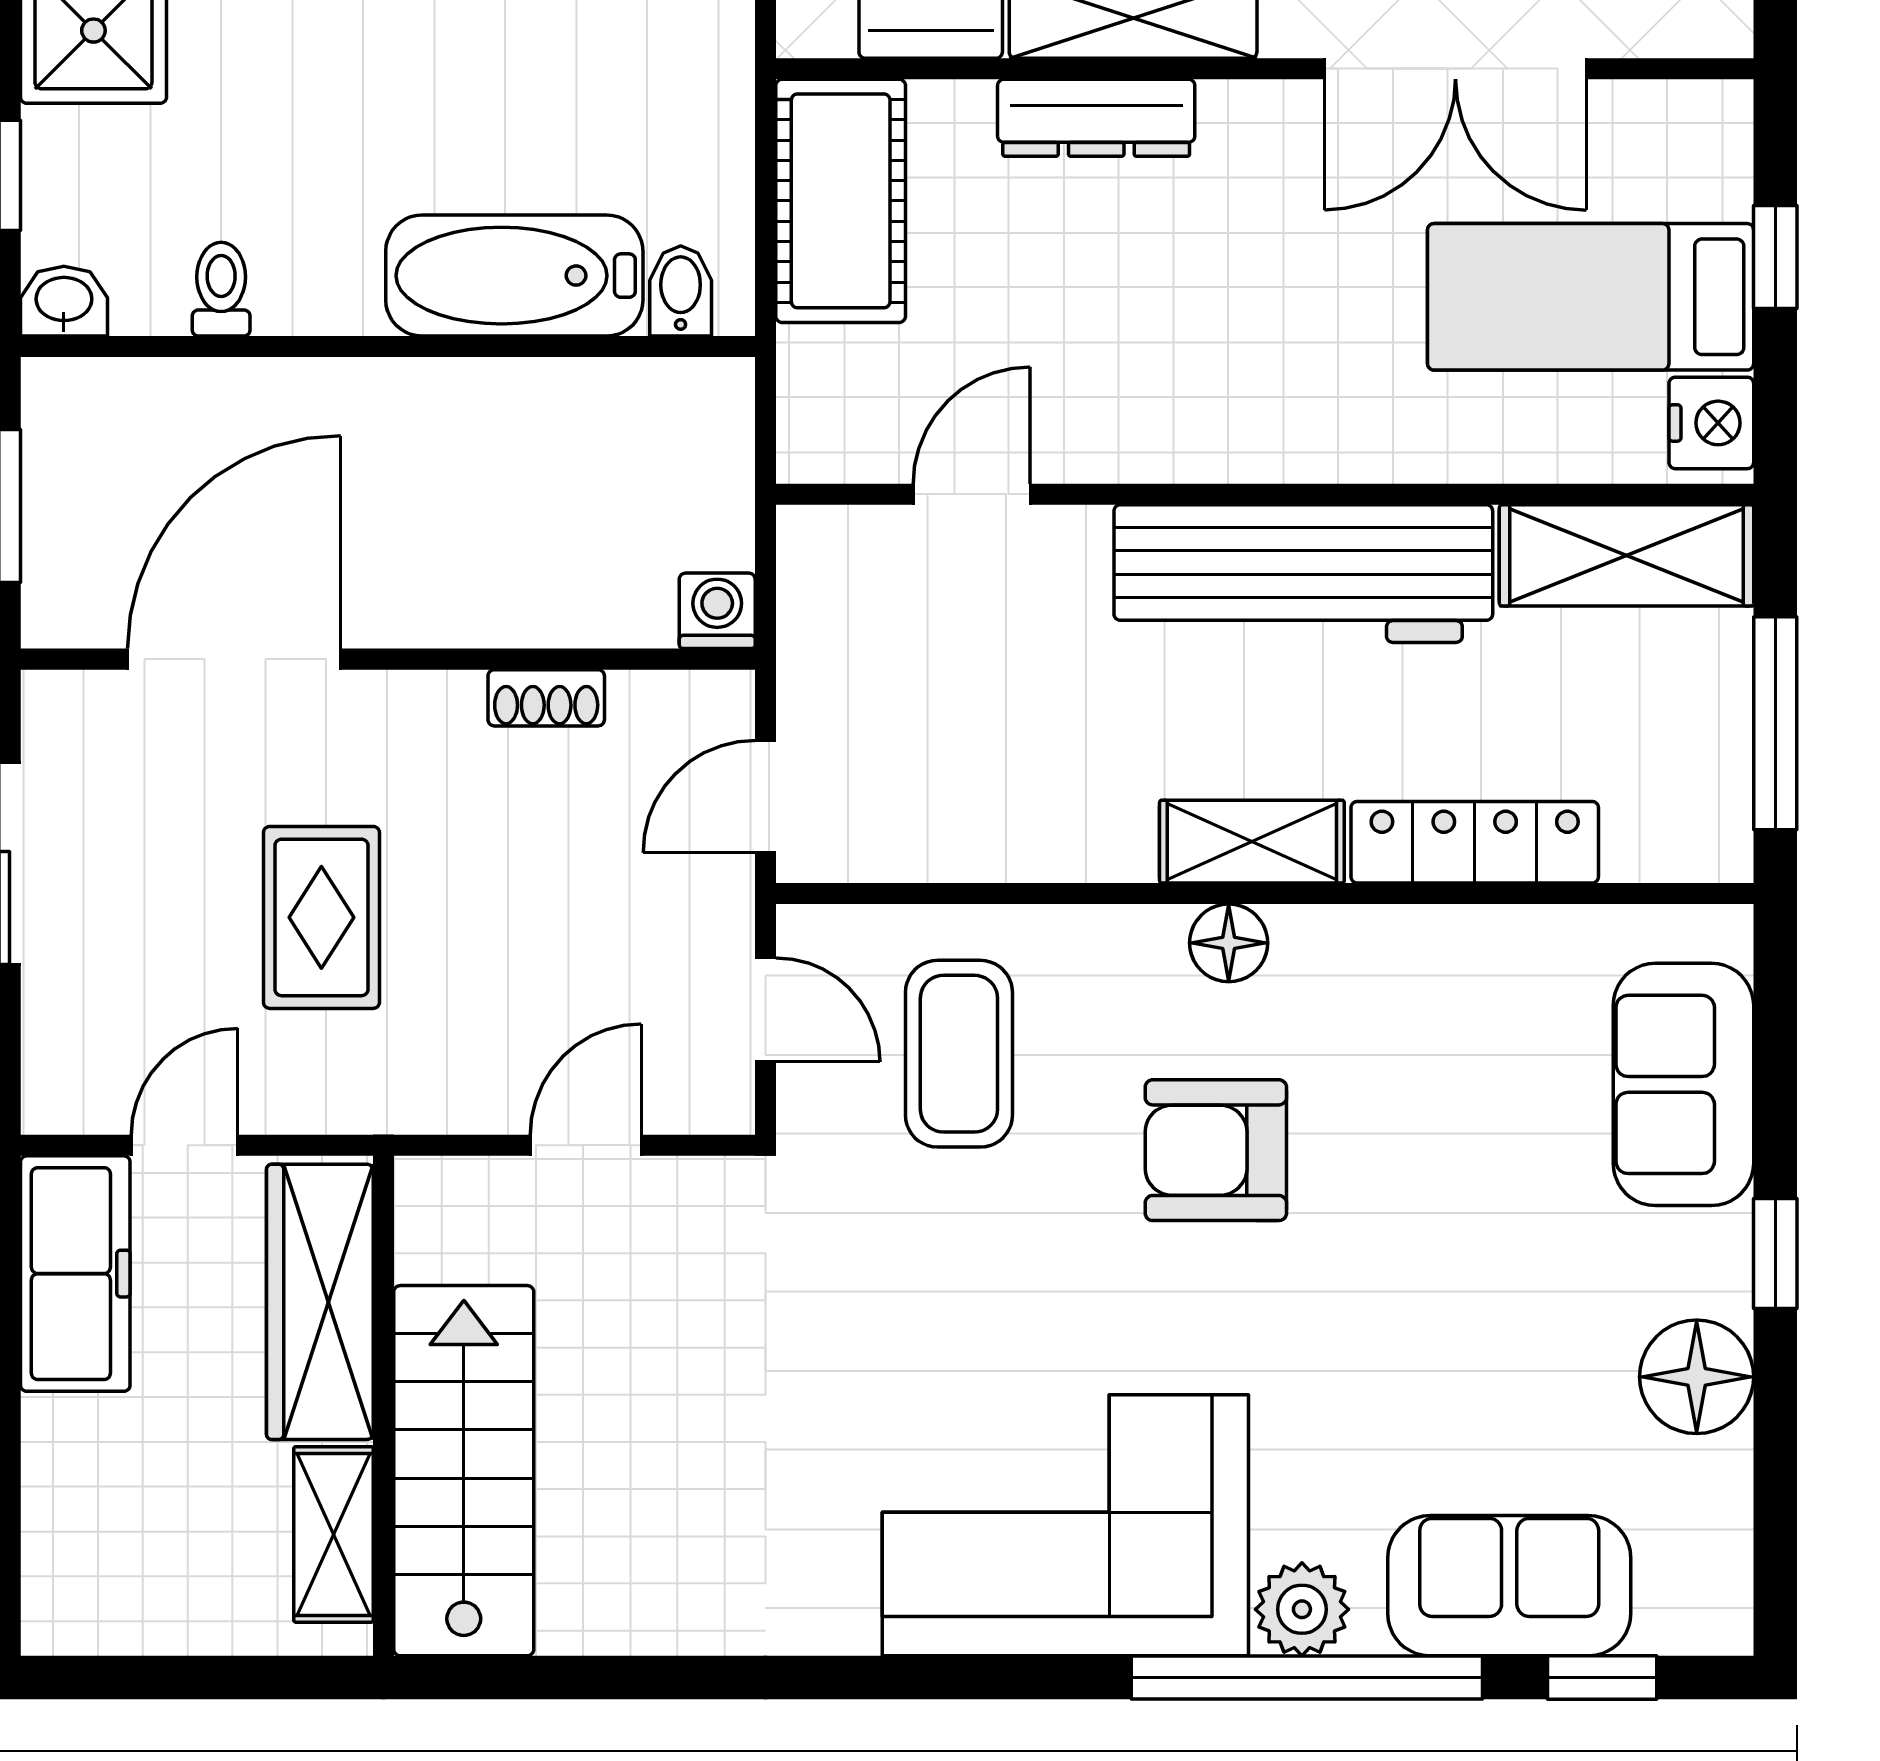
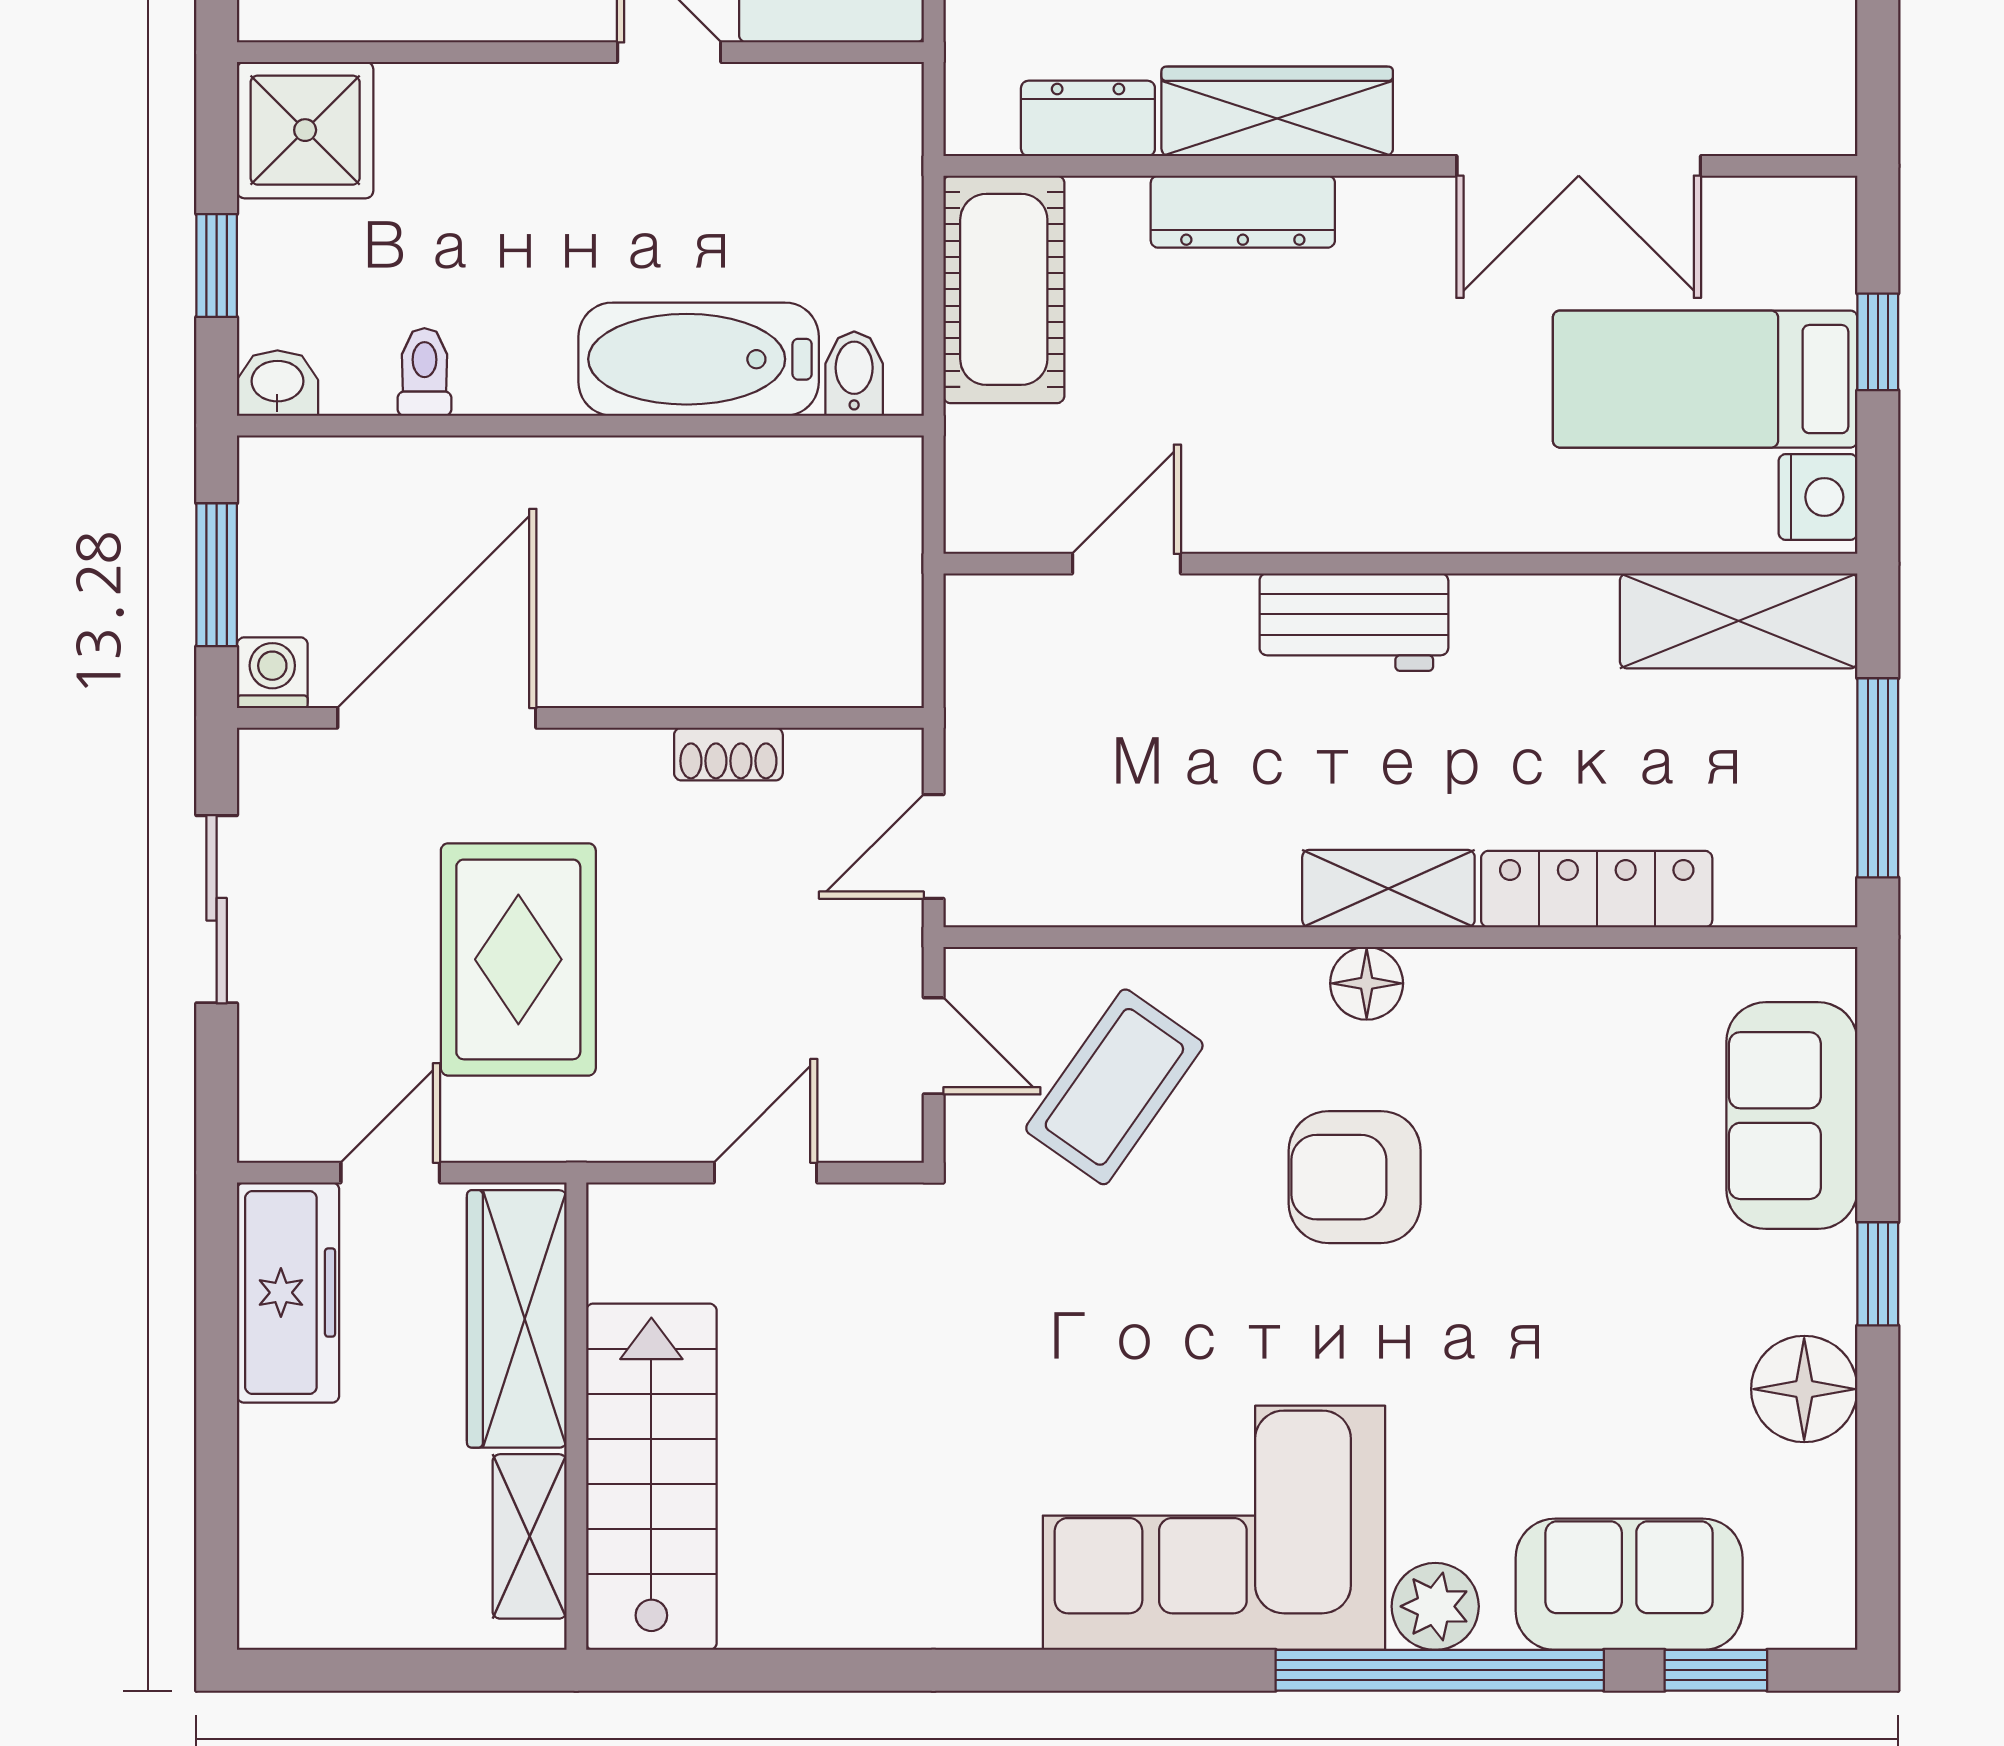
workbench: (1303, 574) -> (1354, 622), width x0.53, depth x0.76
washing machine: (717, 611) -> (272, 673), moved
rug: (321, 917) -> (518, 959), width x1.36, depth x1.43
coffee table: (959, 1054) -> (1114, 1087), turned 35

